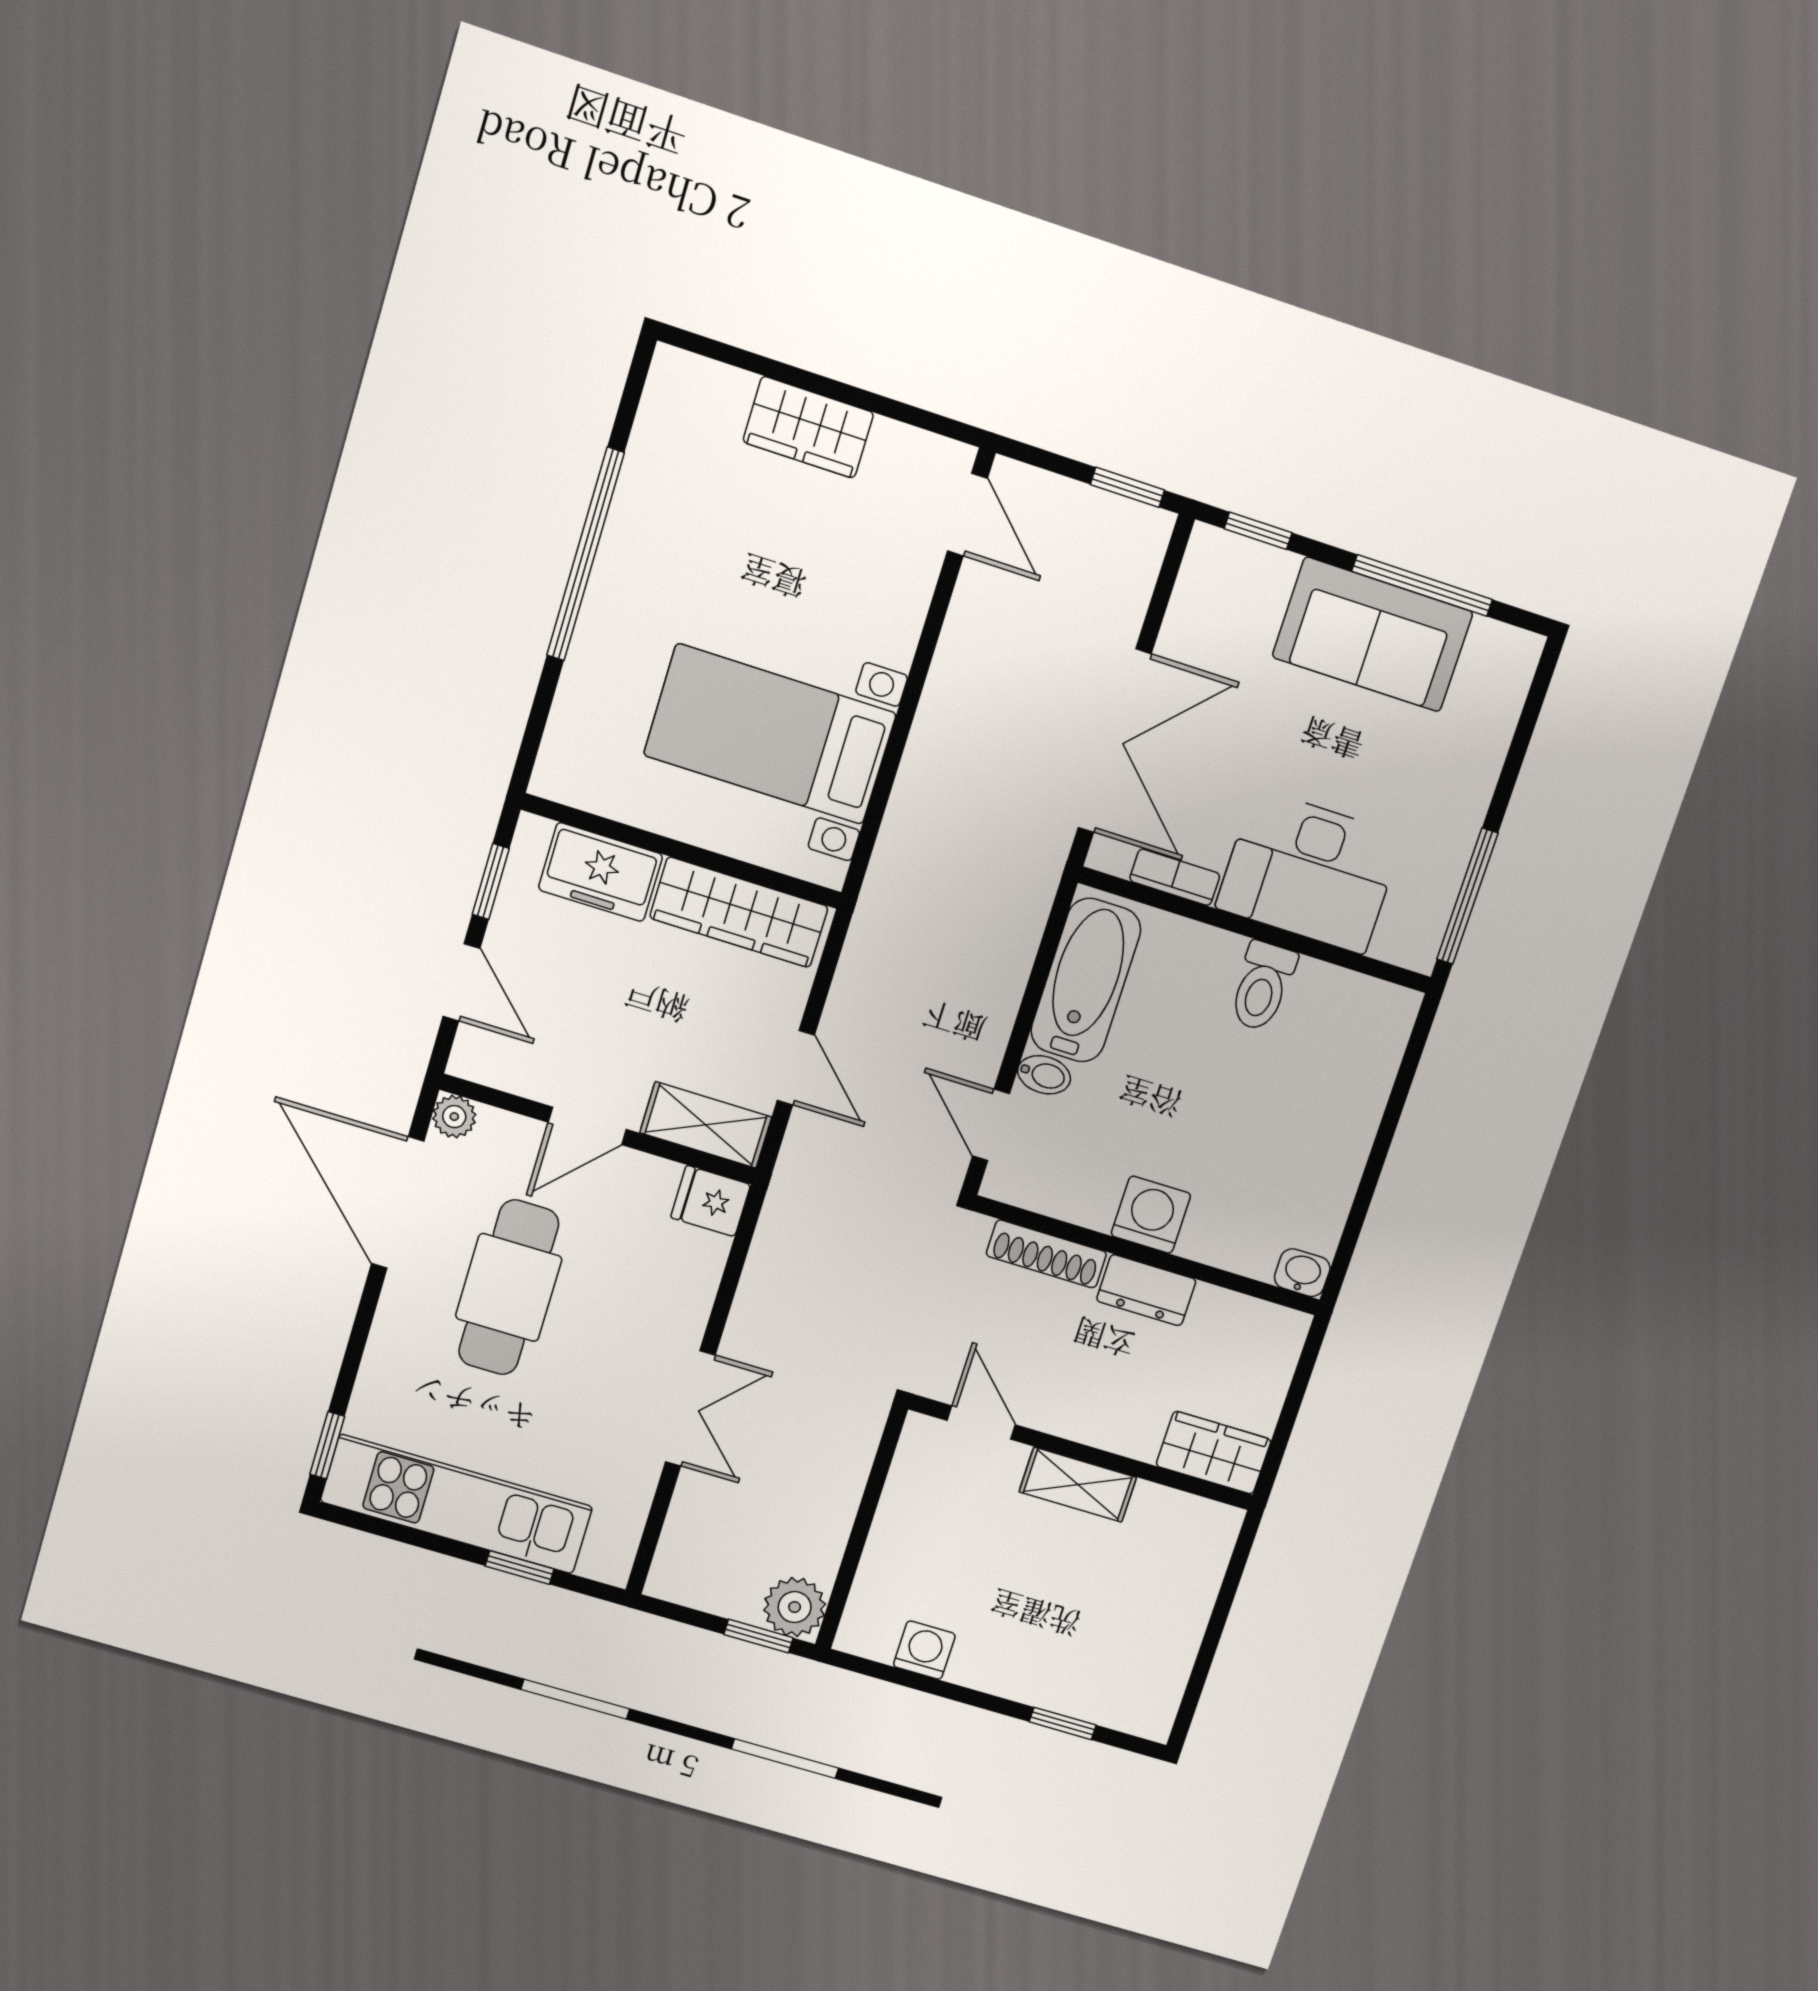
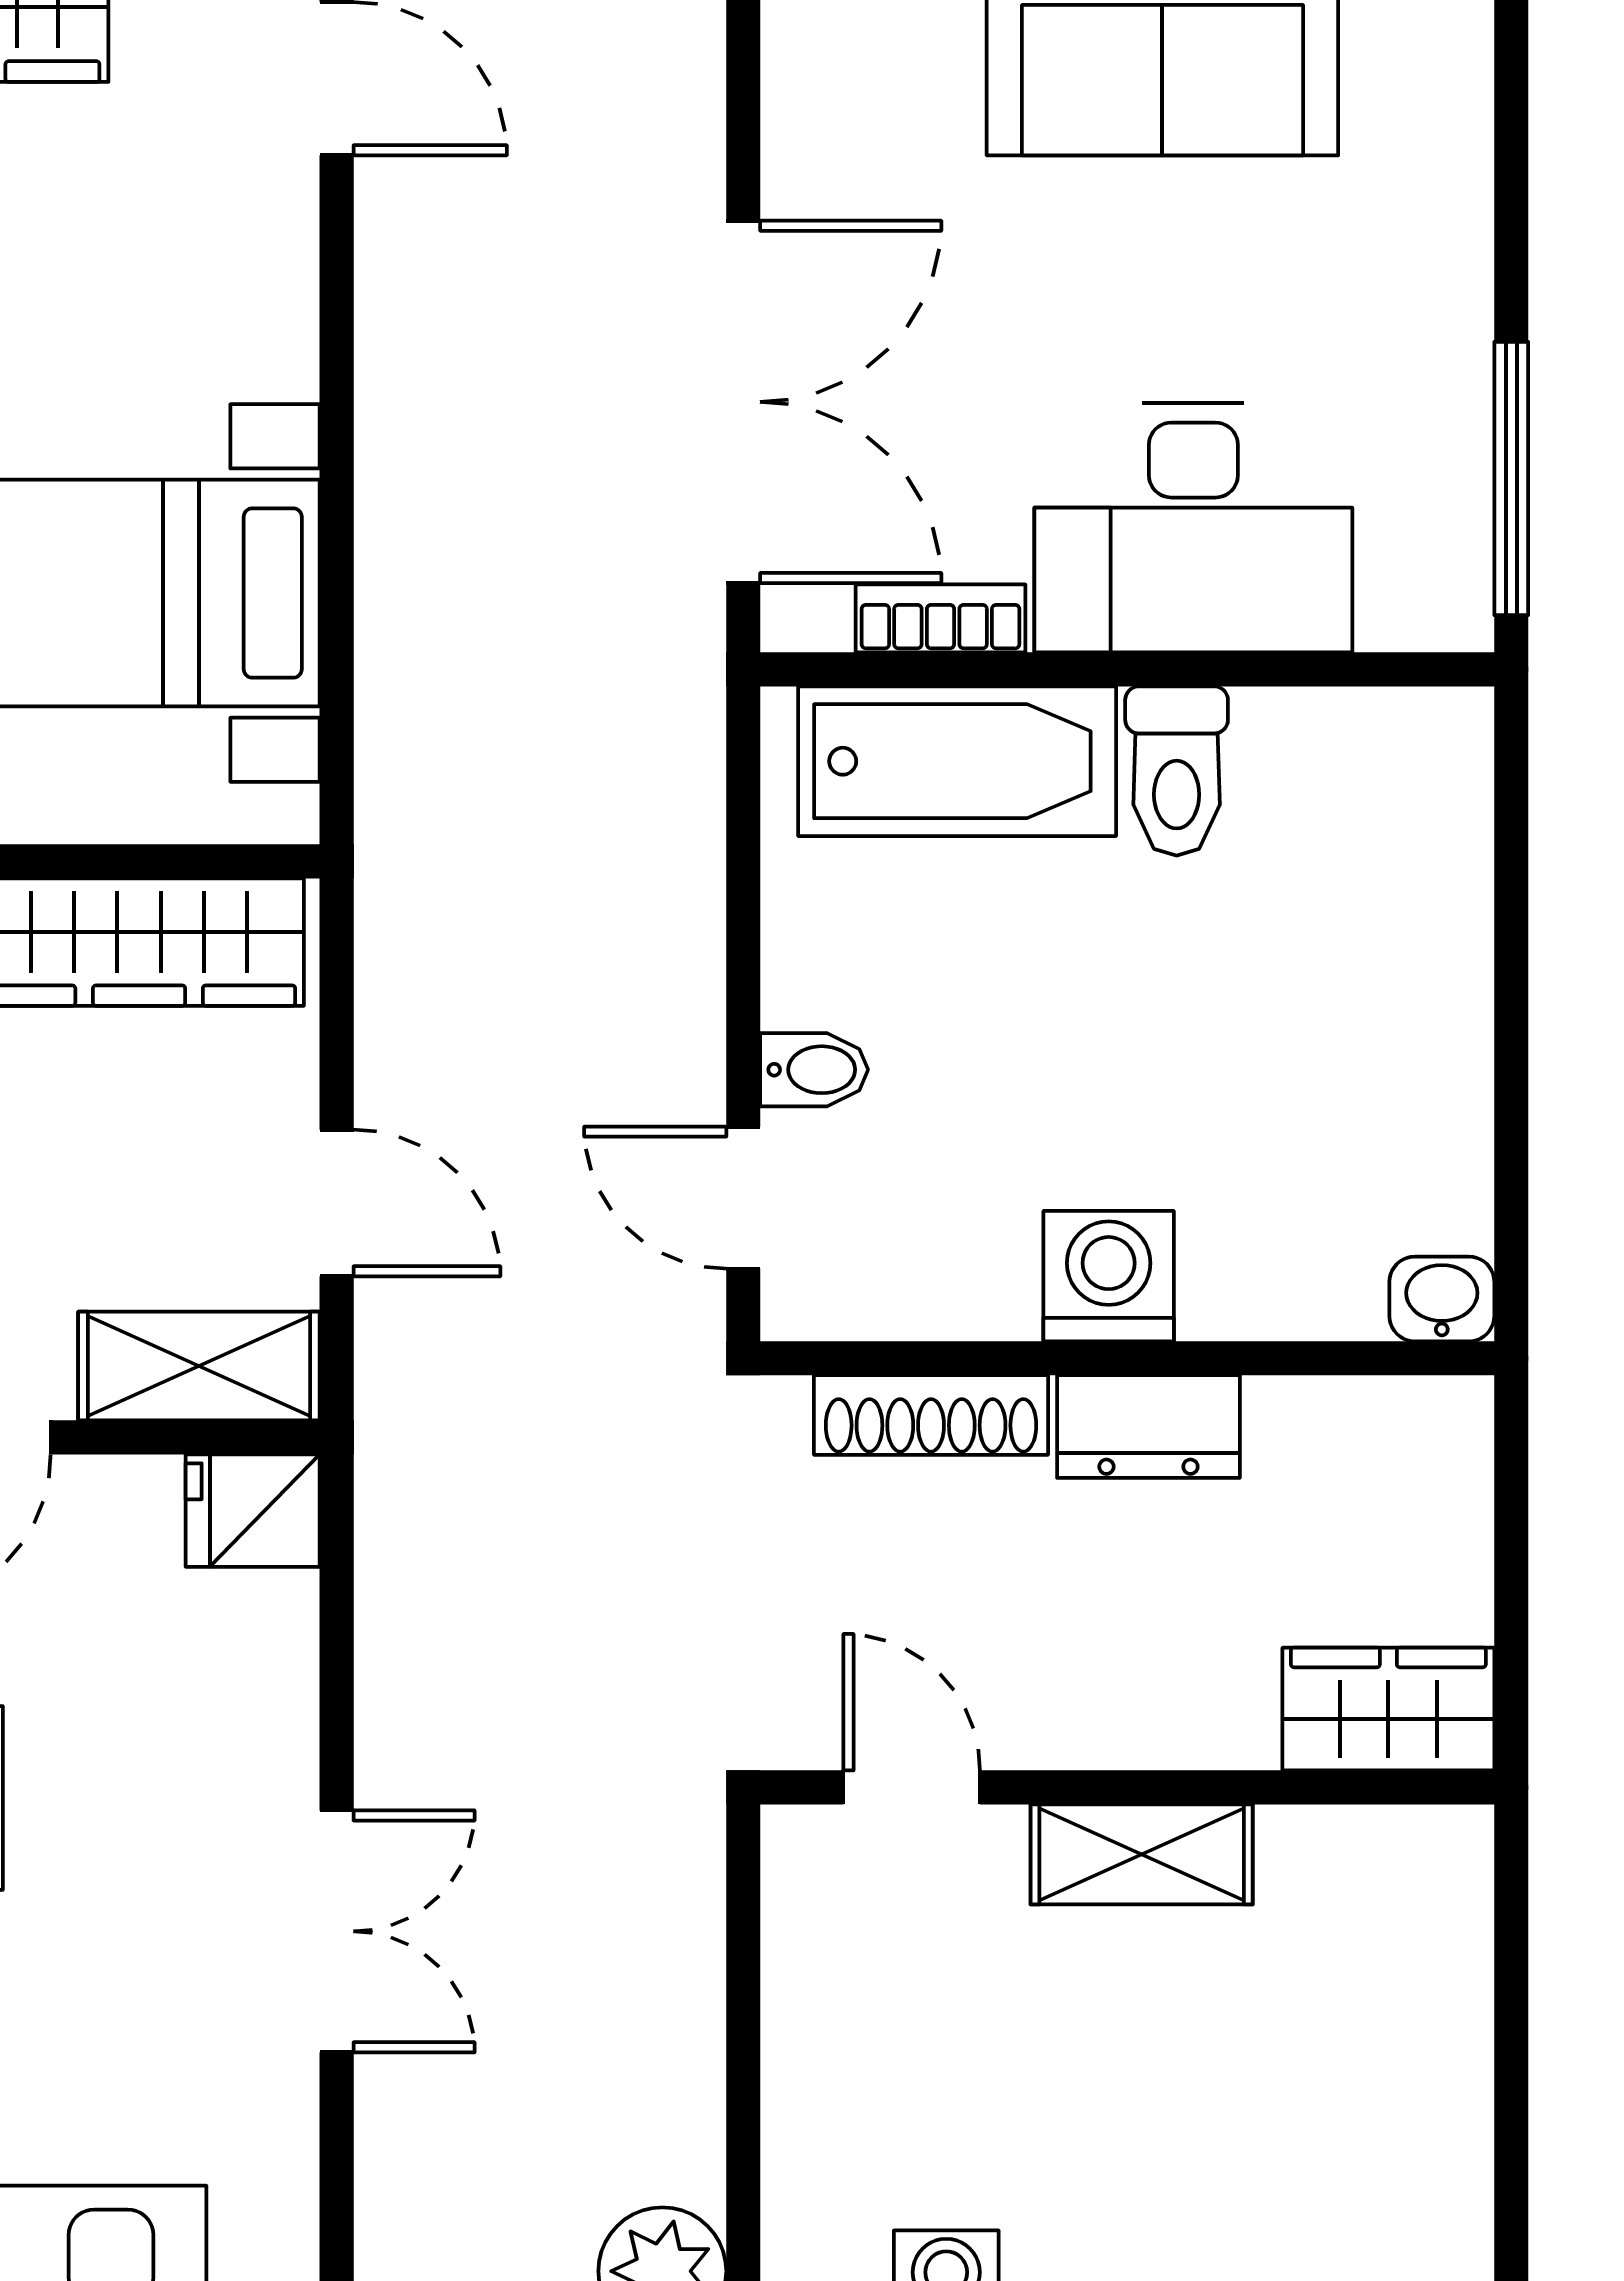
bathtub: (1086, 980) -> (957, 761), moved, turned 90

